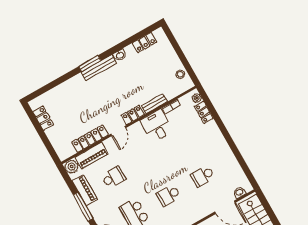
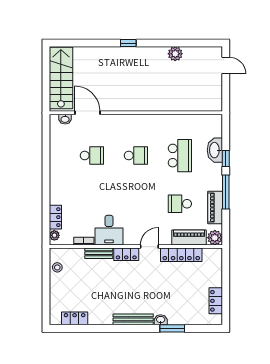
washbasin: (120, 55) -> (161, 320), moved
window: (90, 63) -> (172, 328), moved

